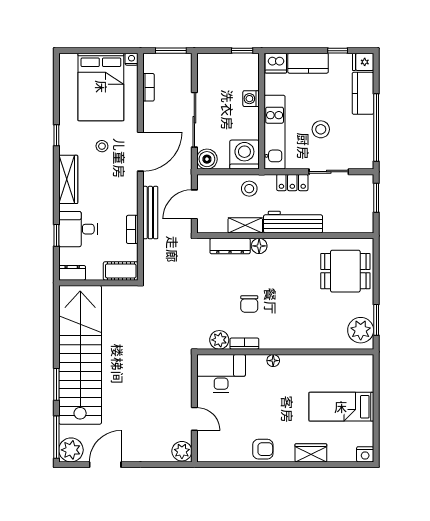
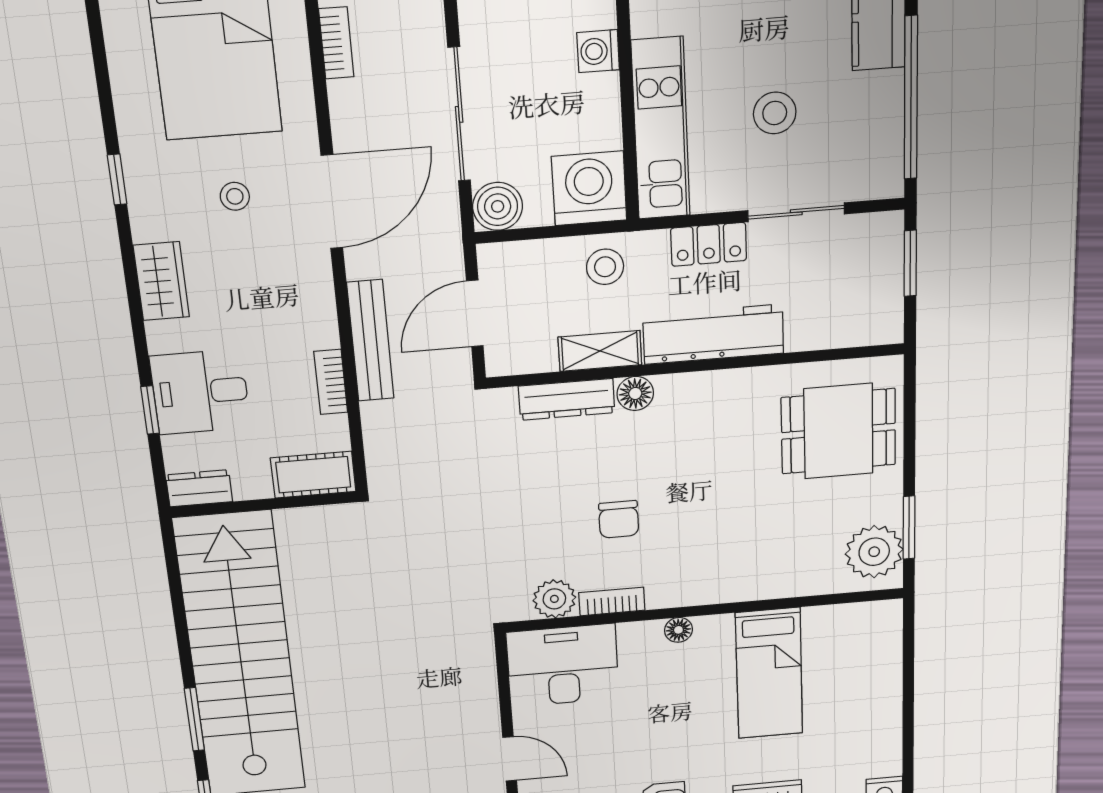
wardrobe: (68, 179) -> (161, 281), width x0.67
bed: (341, 407) -> (769, 673), moved, turned -90

